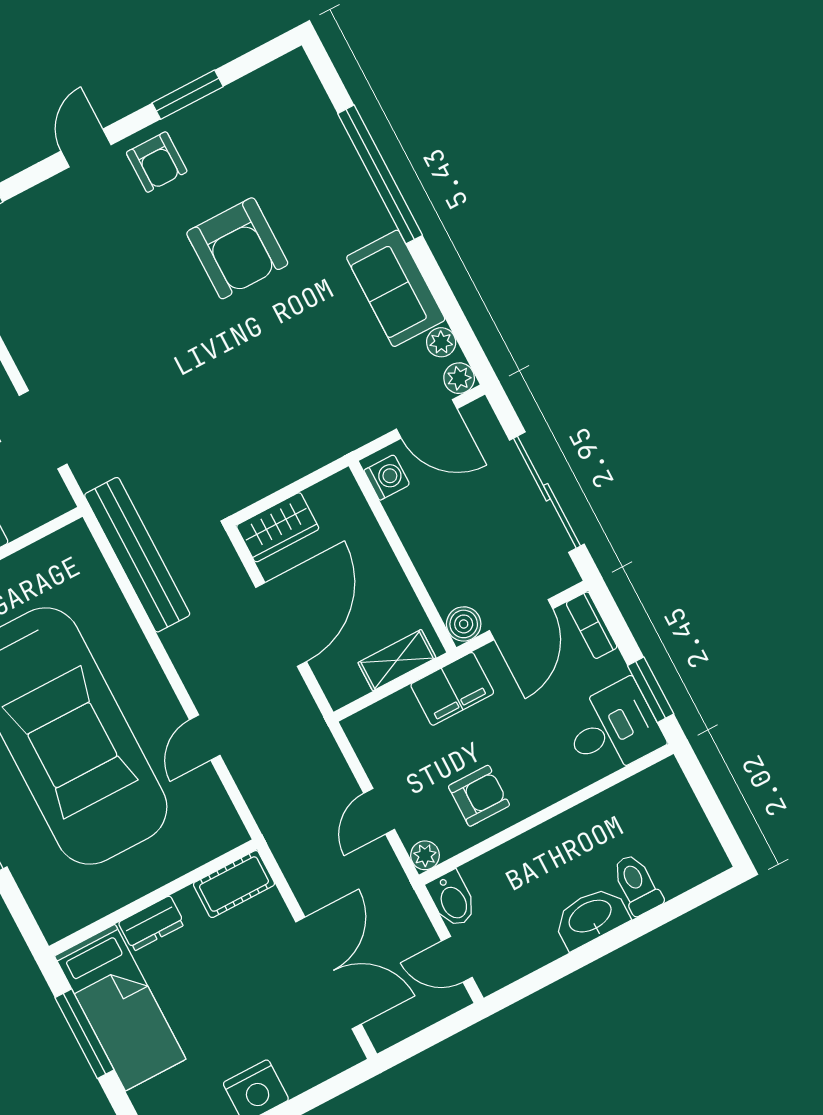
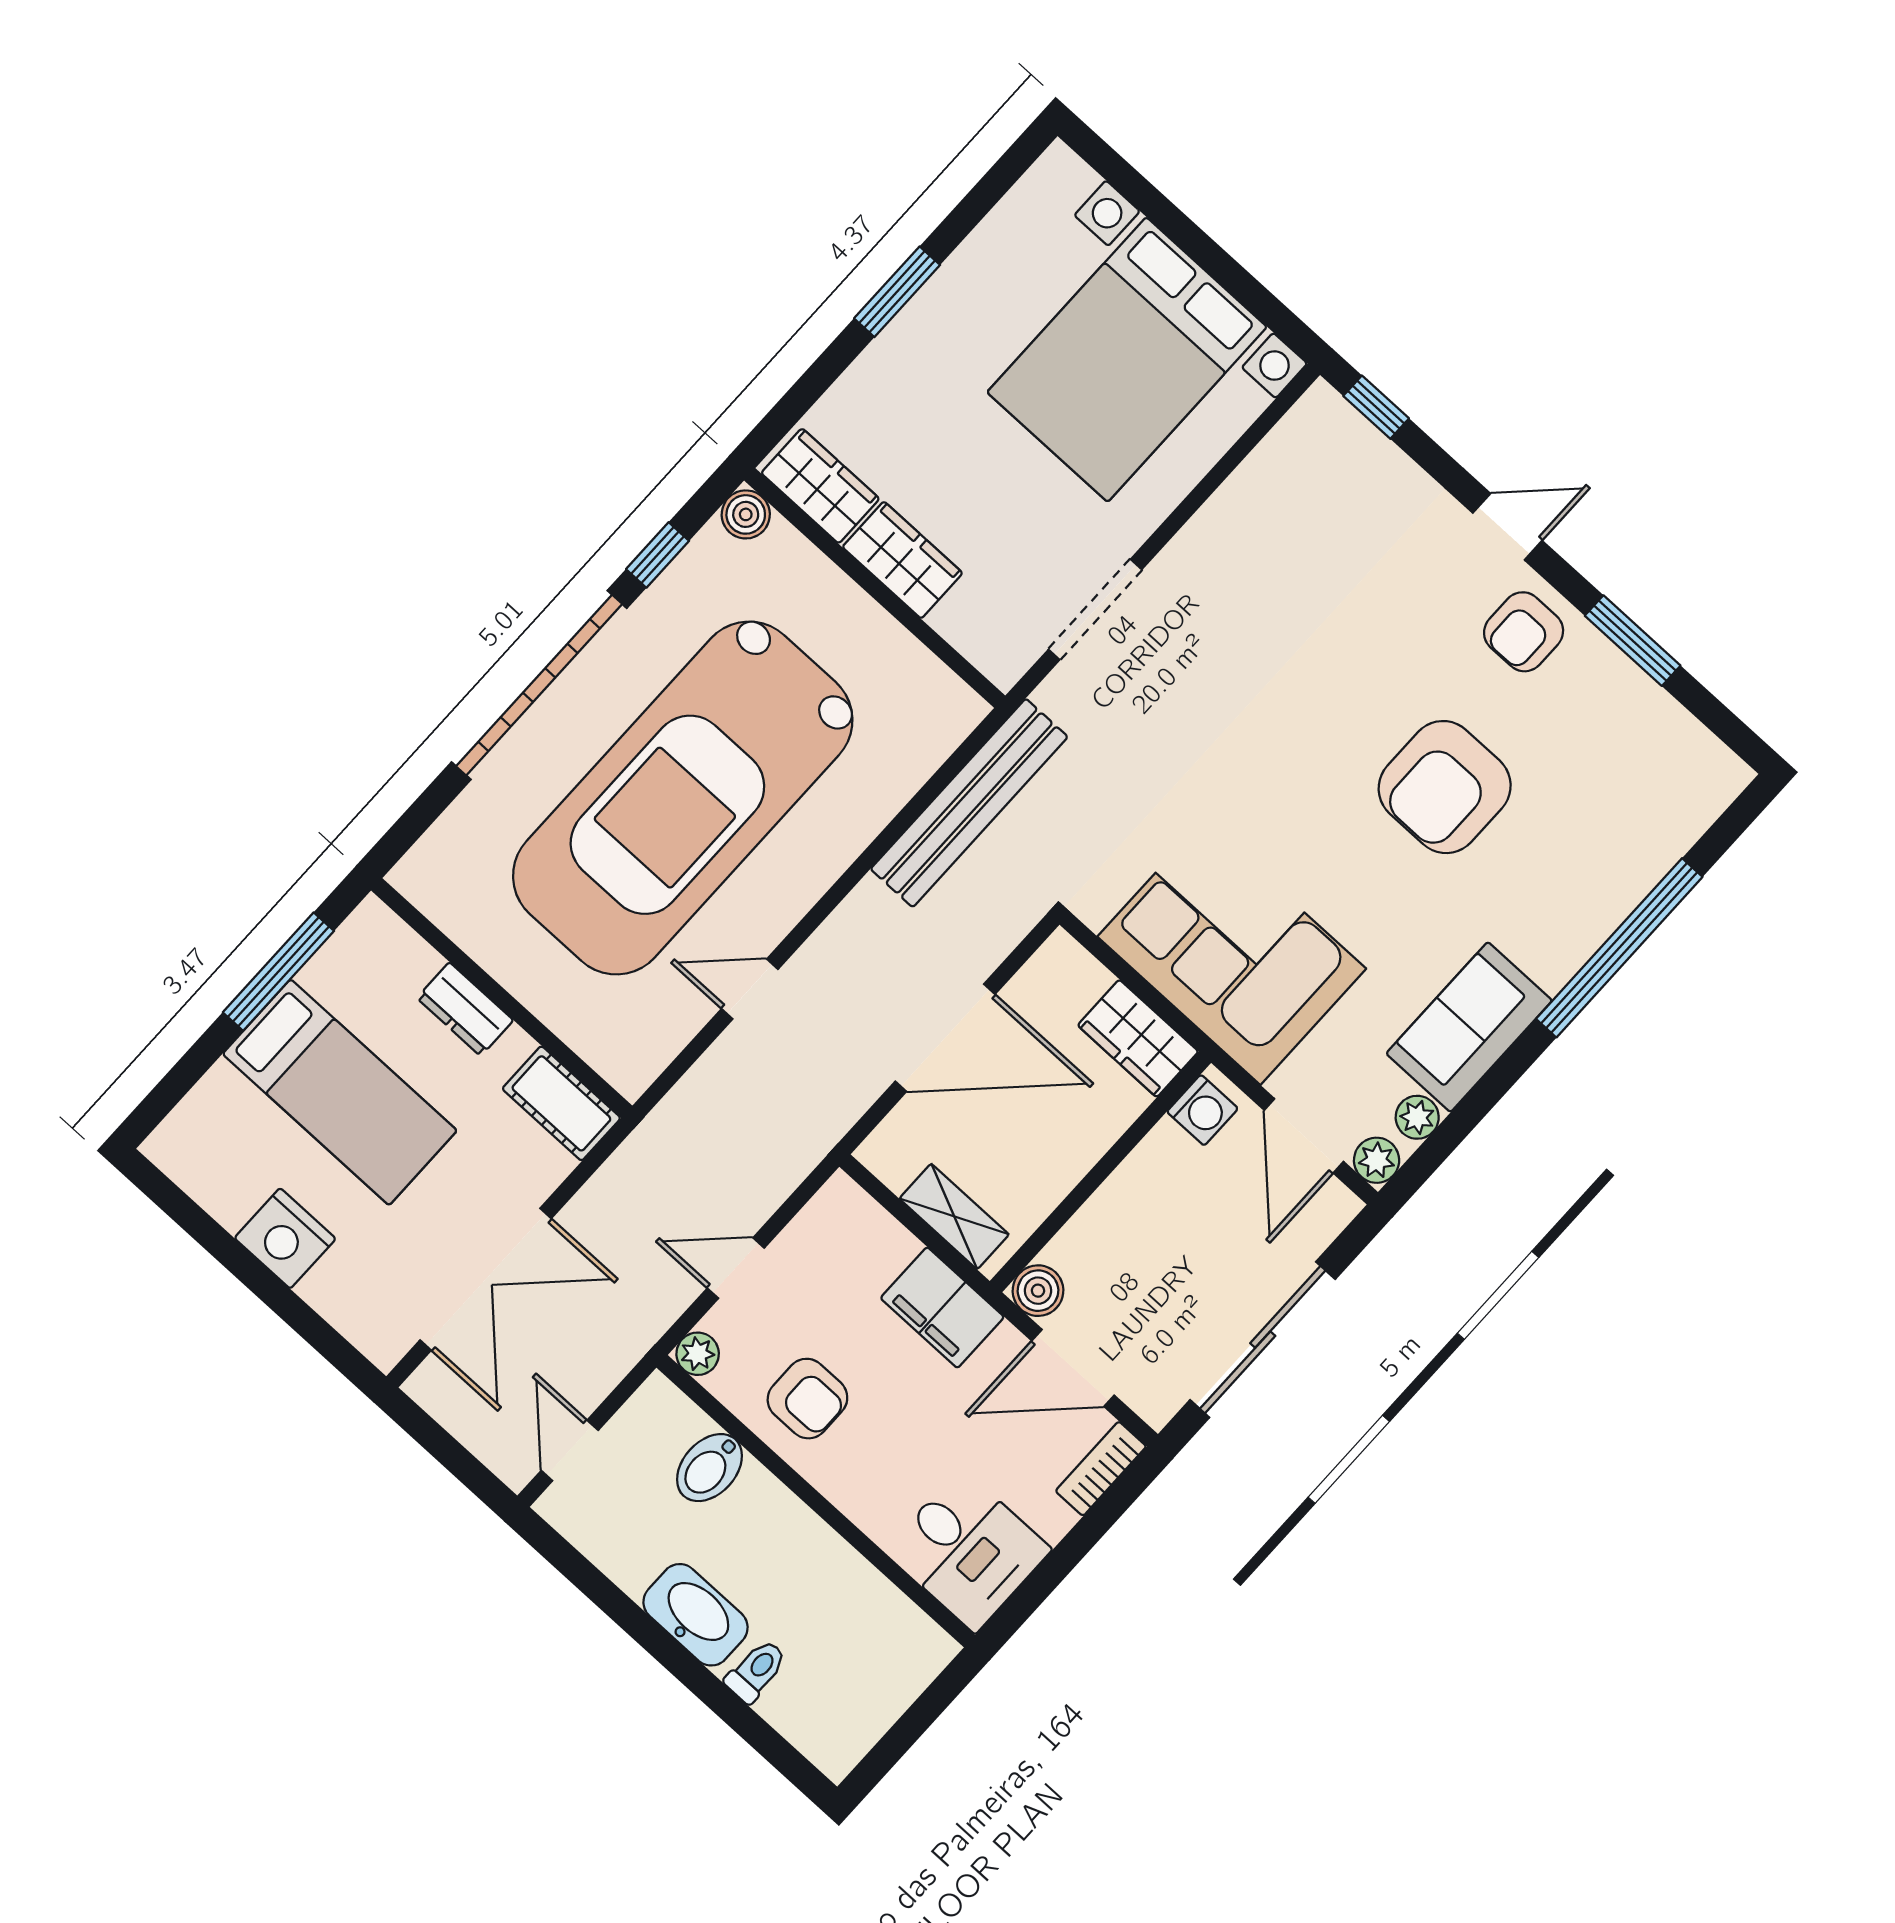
corner sofa: (293, 422) -> (1232, 953), added
wardrobe: (278, 527) -> (1138, 1038), moved
window: (651, 690) -> (1041, 1583), removed
toilet: (637, 884) -> (756, 1671), width x0.73, depth x0.72
bidet: (452, 899) -> (710, 1468), moved
bed: (120, 1008) -> (340, 1092), moved, turned -90

